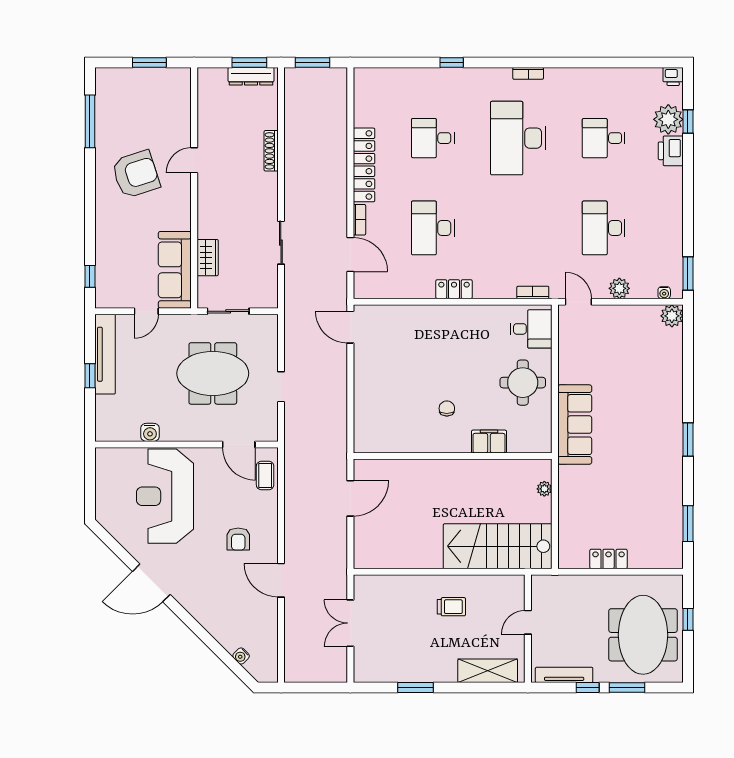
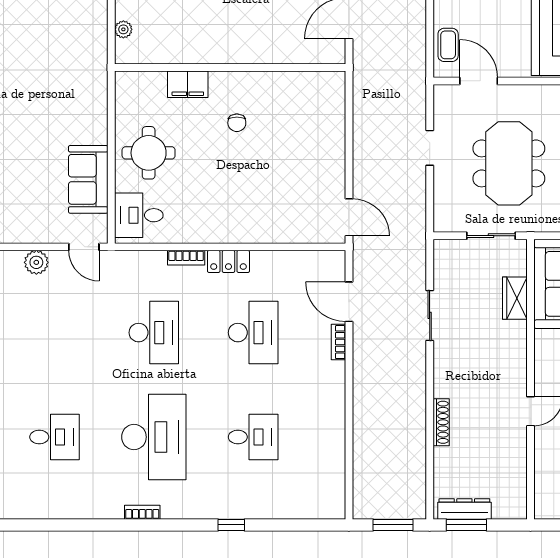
locker: (364, 165) -> (333, 406), removed
desk: (604, 228) -> (154, 333), moved
bookcase: (533, 292) -> (186, 258), moved
meeting table: (213, 373) -> (509, 163), turned 90
sofa: (575, 425) -> (88, 179), moved, width x0.73

